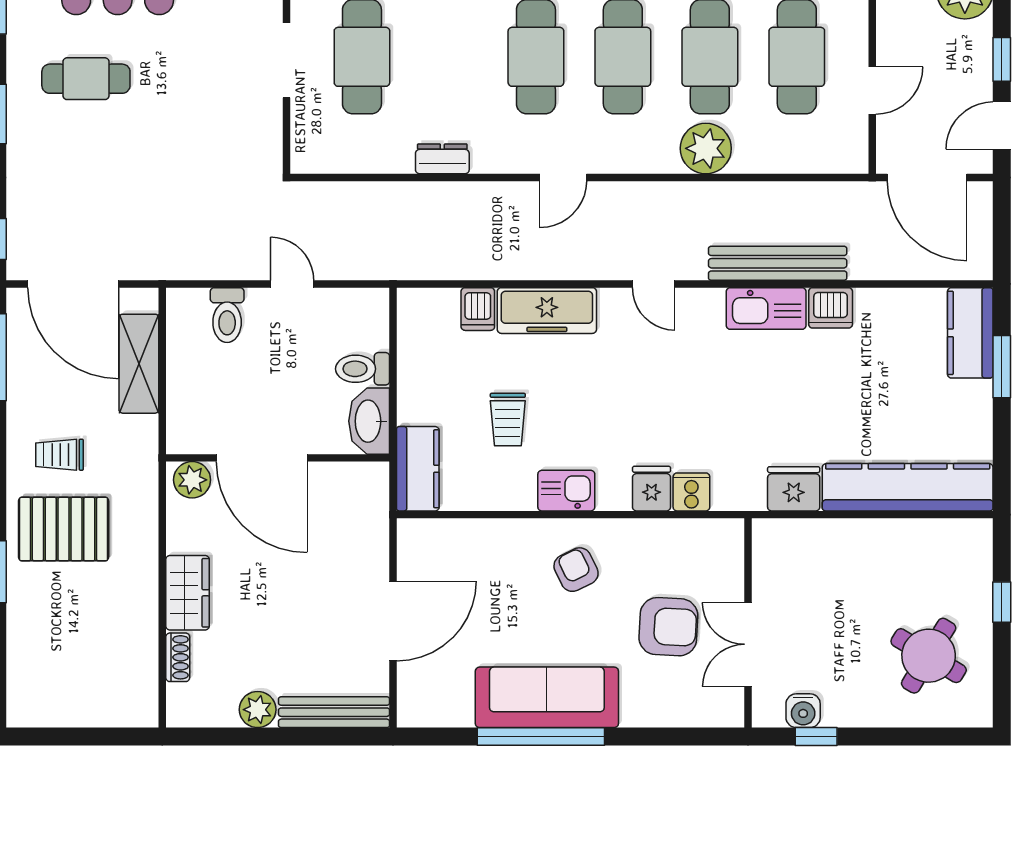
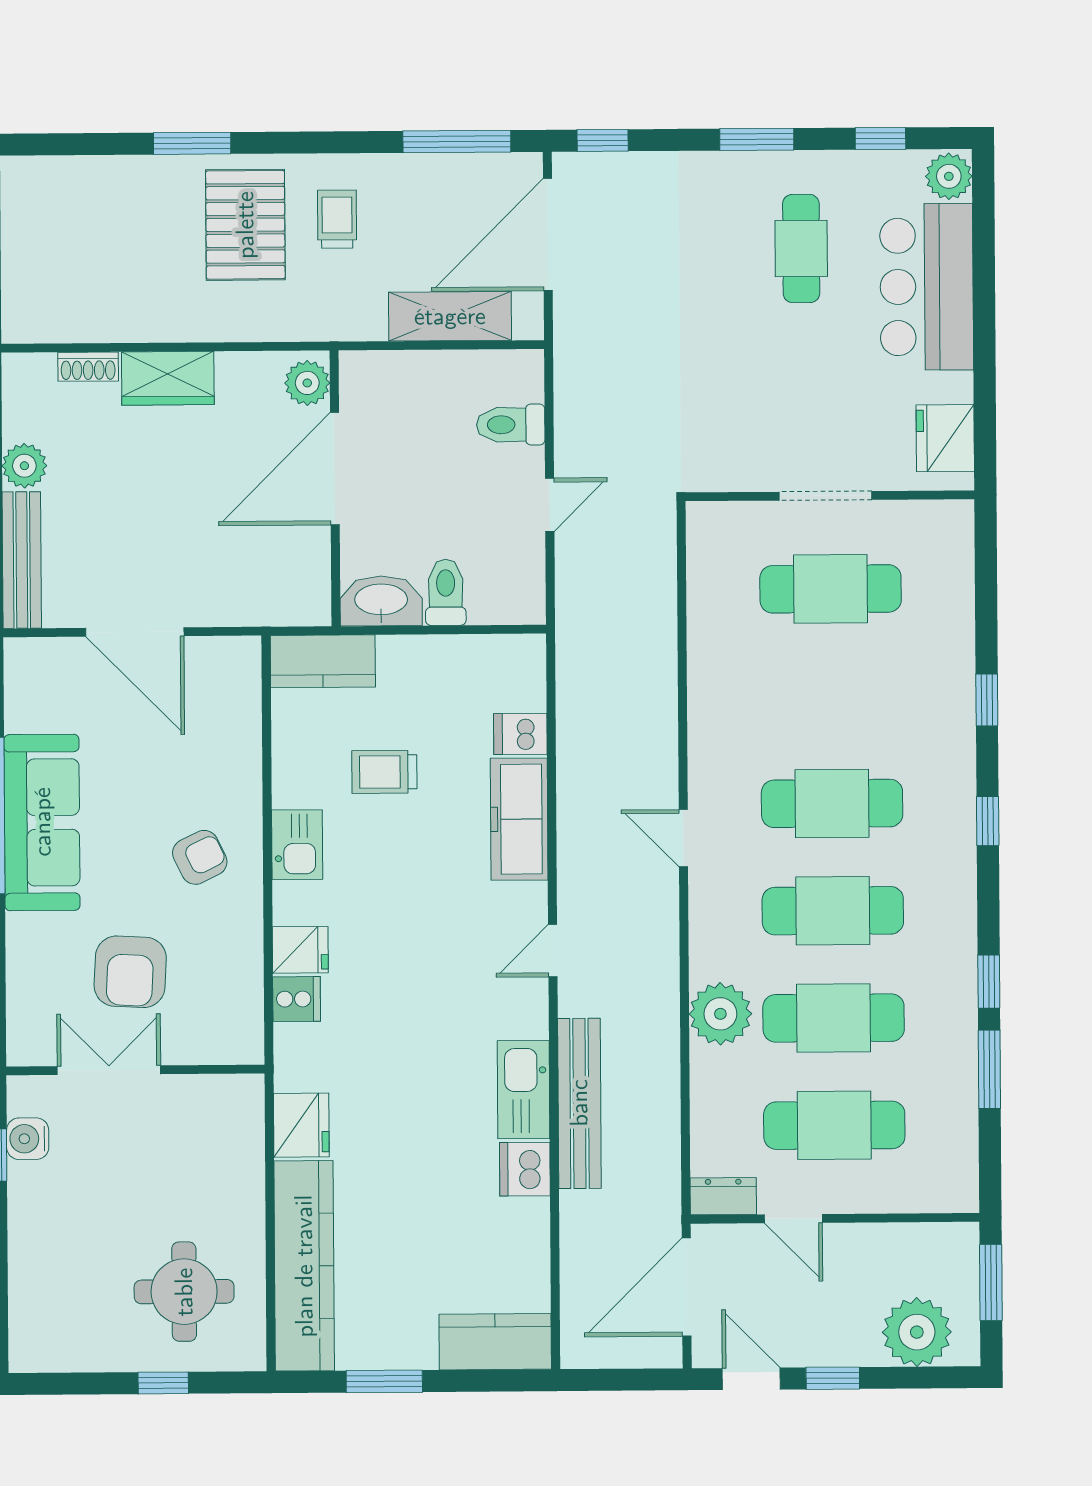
dresser: (442, 159) -> (723, 1196), moved, turned -90
window: (1002, 367) -> (384, 1381), moved
round table: (929, 656) -> (184, 1292), moved, turned -31

